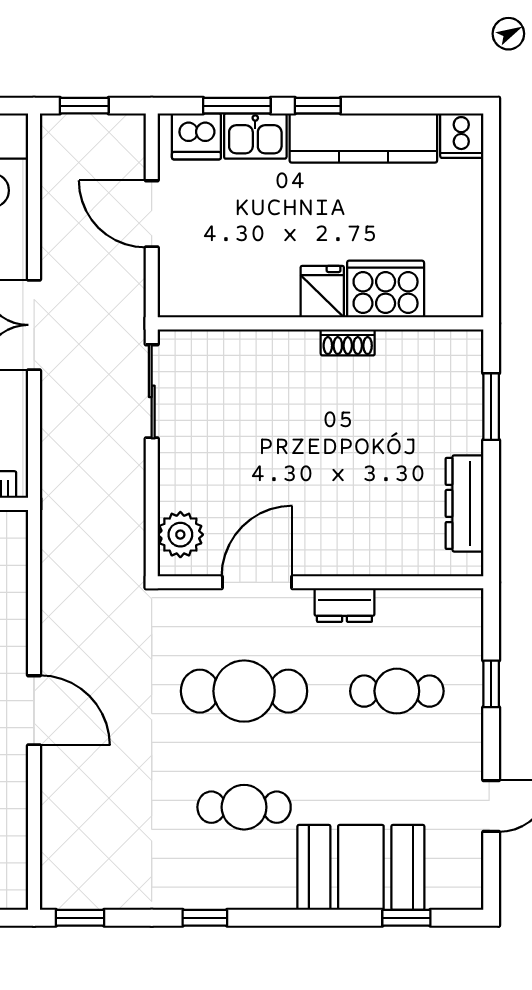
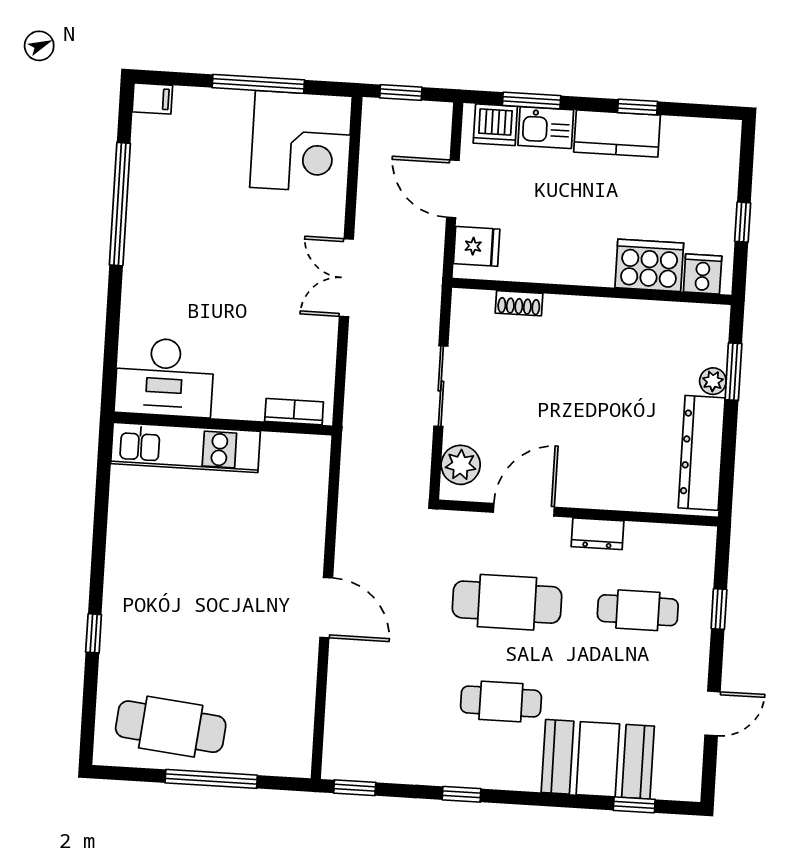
window: (318, 106) -> (638, 107), moved
cooker: (461, 136) -> (703, 274), moved, turned 180
kitchen counter: (363, 138) -> (617, 134), width x0.67
window: (491, 232) -> (743, 222), added
fridge: (322, 292) -> (477, 246), moved, turned 90
shoe rack: (348, 342) -> (519, 303), moved
sliding door: (152, 391) -> (441, 386), moved
plant: (468, 419) -> (713, 381), added
dresser: (464, 503) -> (702, 453), width x1.37, depth x1.24

